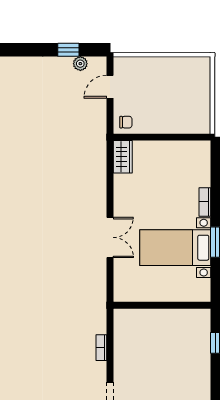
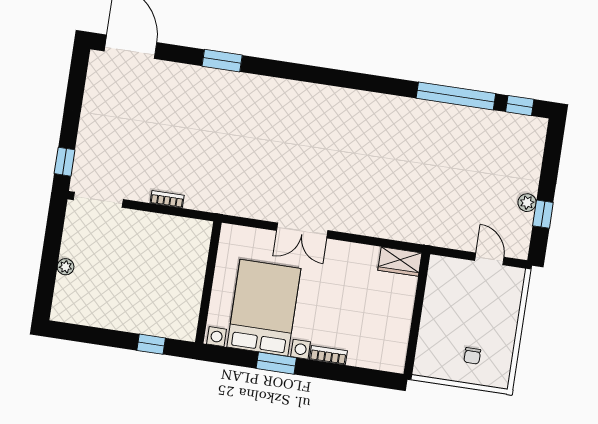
plant: (80, 64) -> (527, 203), moved
chair: (126, 122) -> (472, 356), moved
bed with nightstands: (175, 248) -> (264, 308), width x1.36

